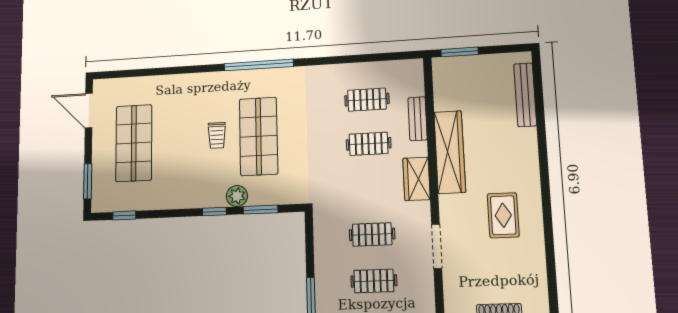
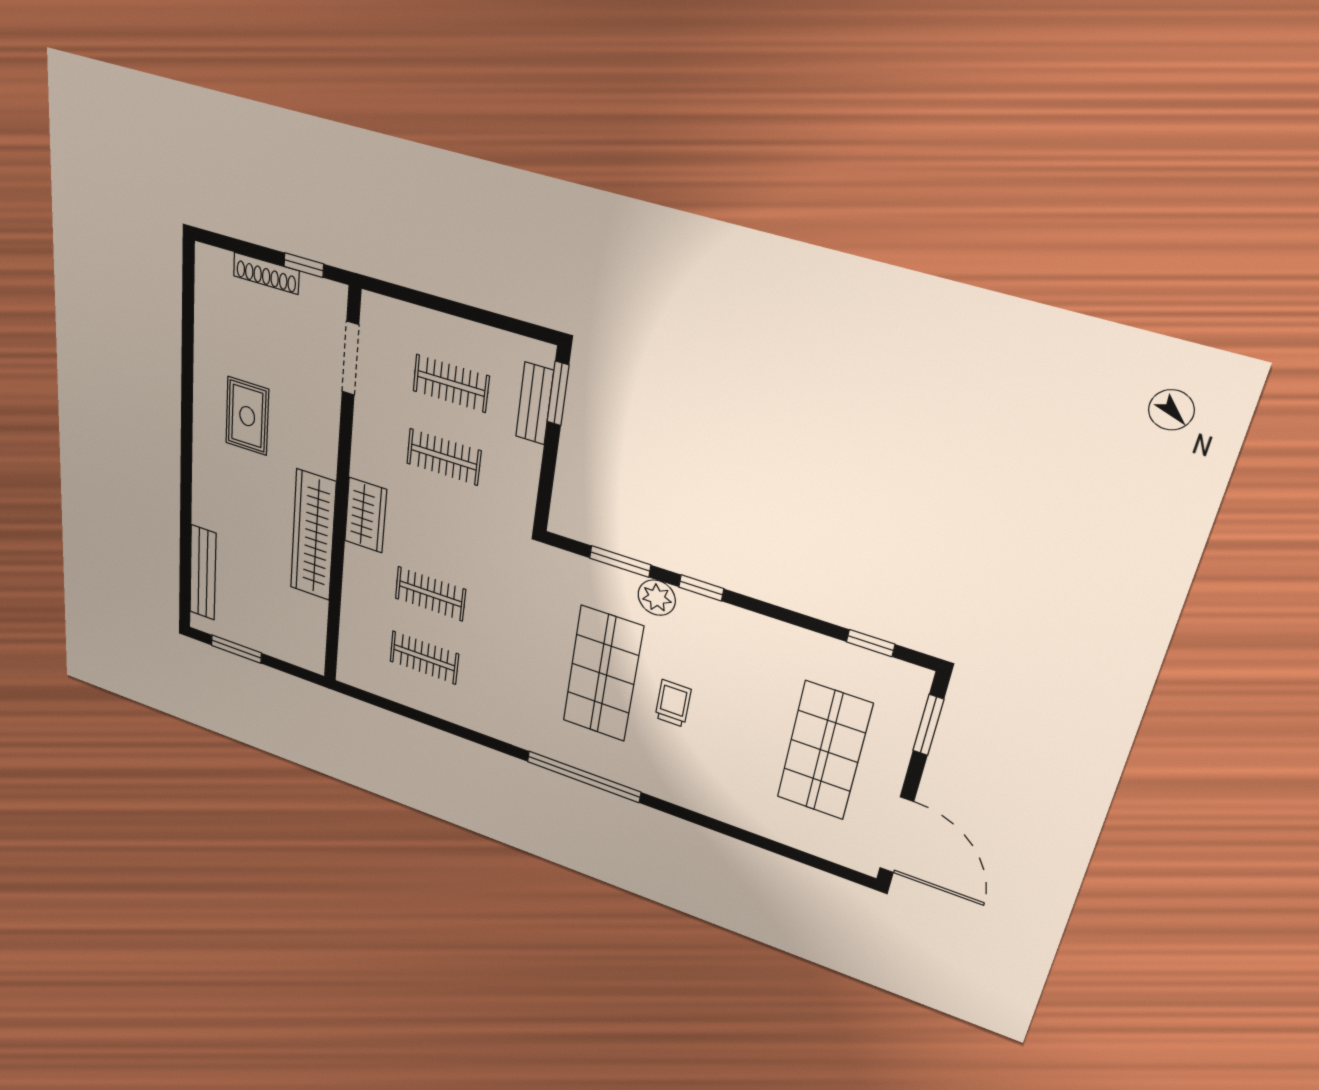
window: (460, 52) -> (236, 649), moved
door: (89, 110) -> (897, 835), width x1.36
bench: (418, 119) -> (535, 403), moved
doorway: (437, 246) -> (350, 358), moved

